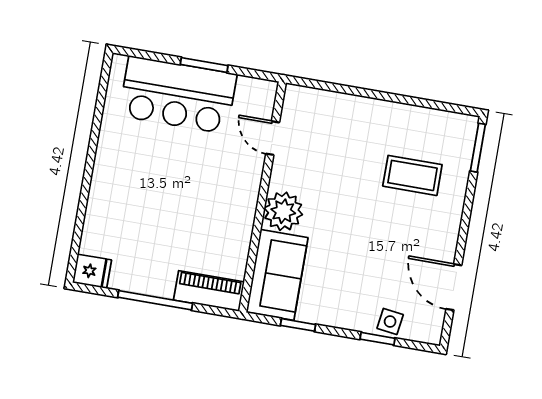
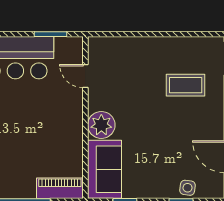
window: (204, 65) -> (51, 34), moved

